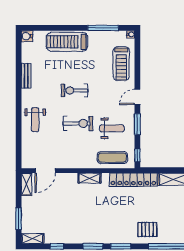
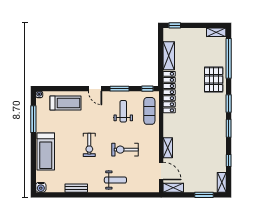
exercise bike: (78, 123) -> (125, 150), moved, turned -90
shelving: (90, 178) -> (168, 148), moved
pallet: (147, 229) -> (214, 80), width x1.50, depth x1.42

